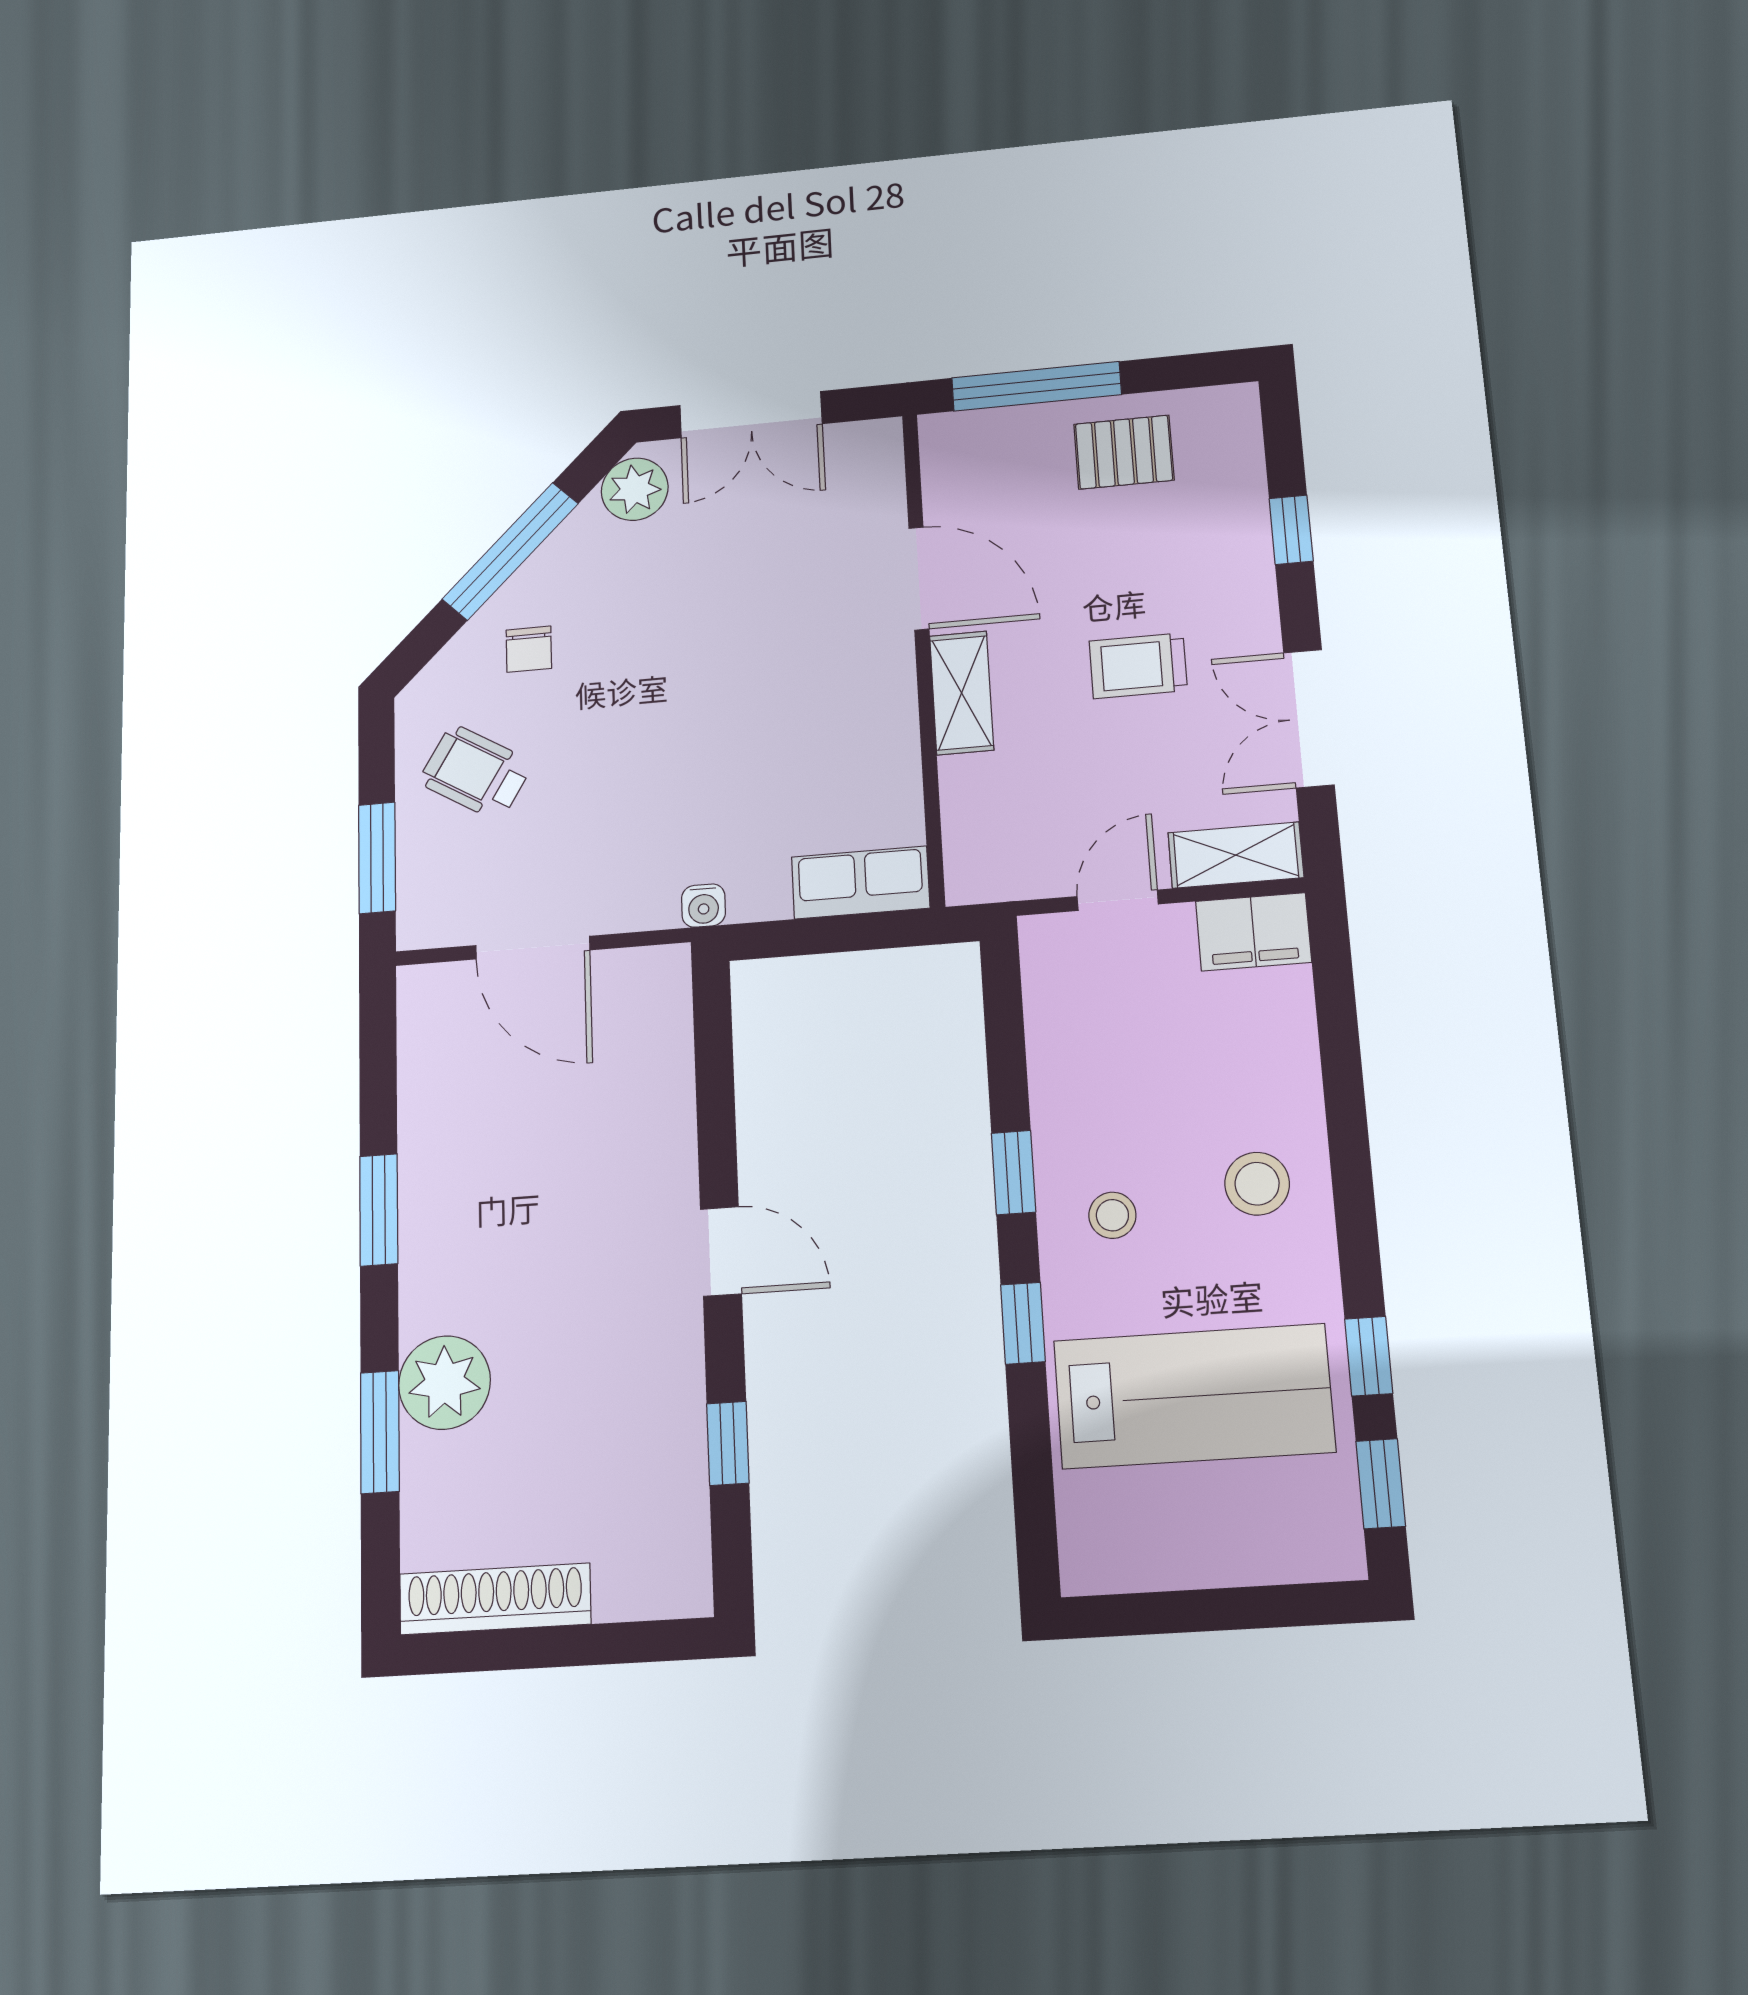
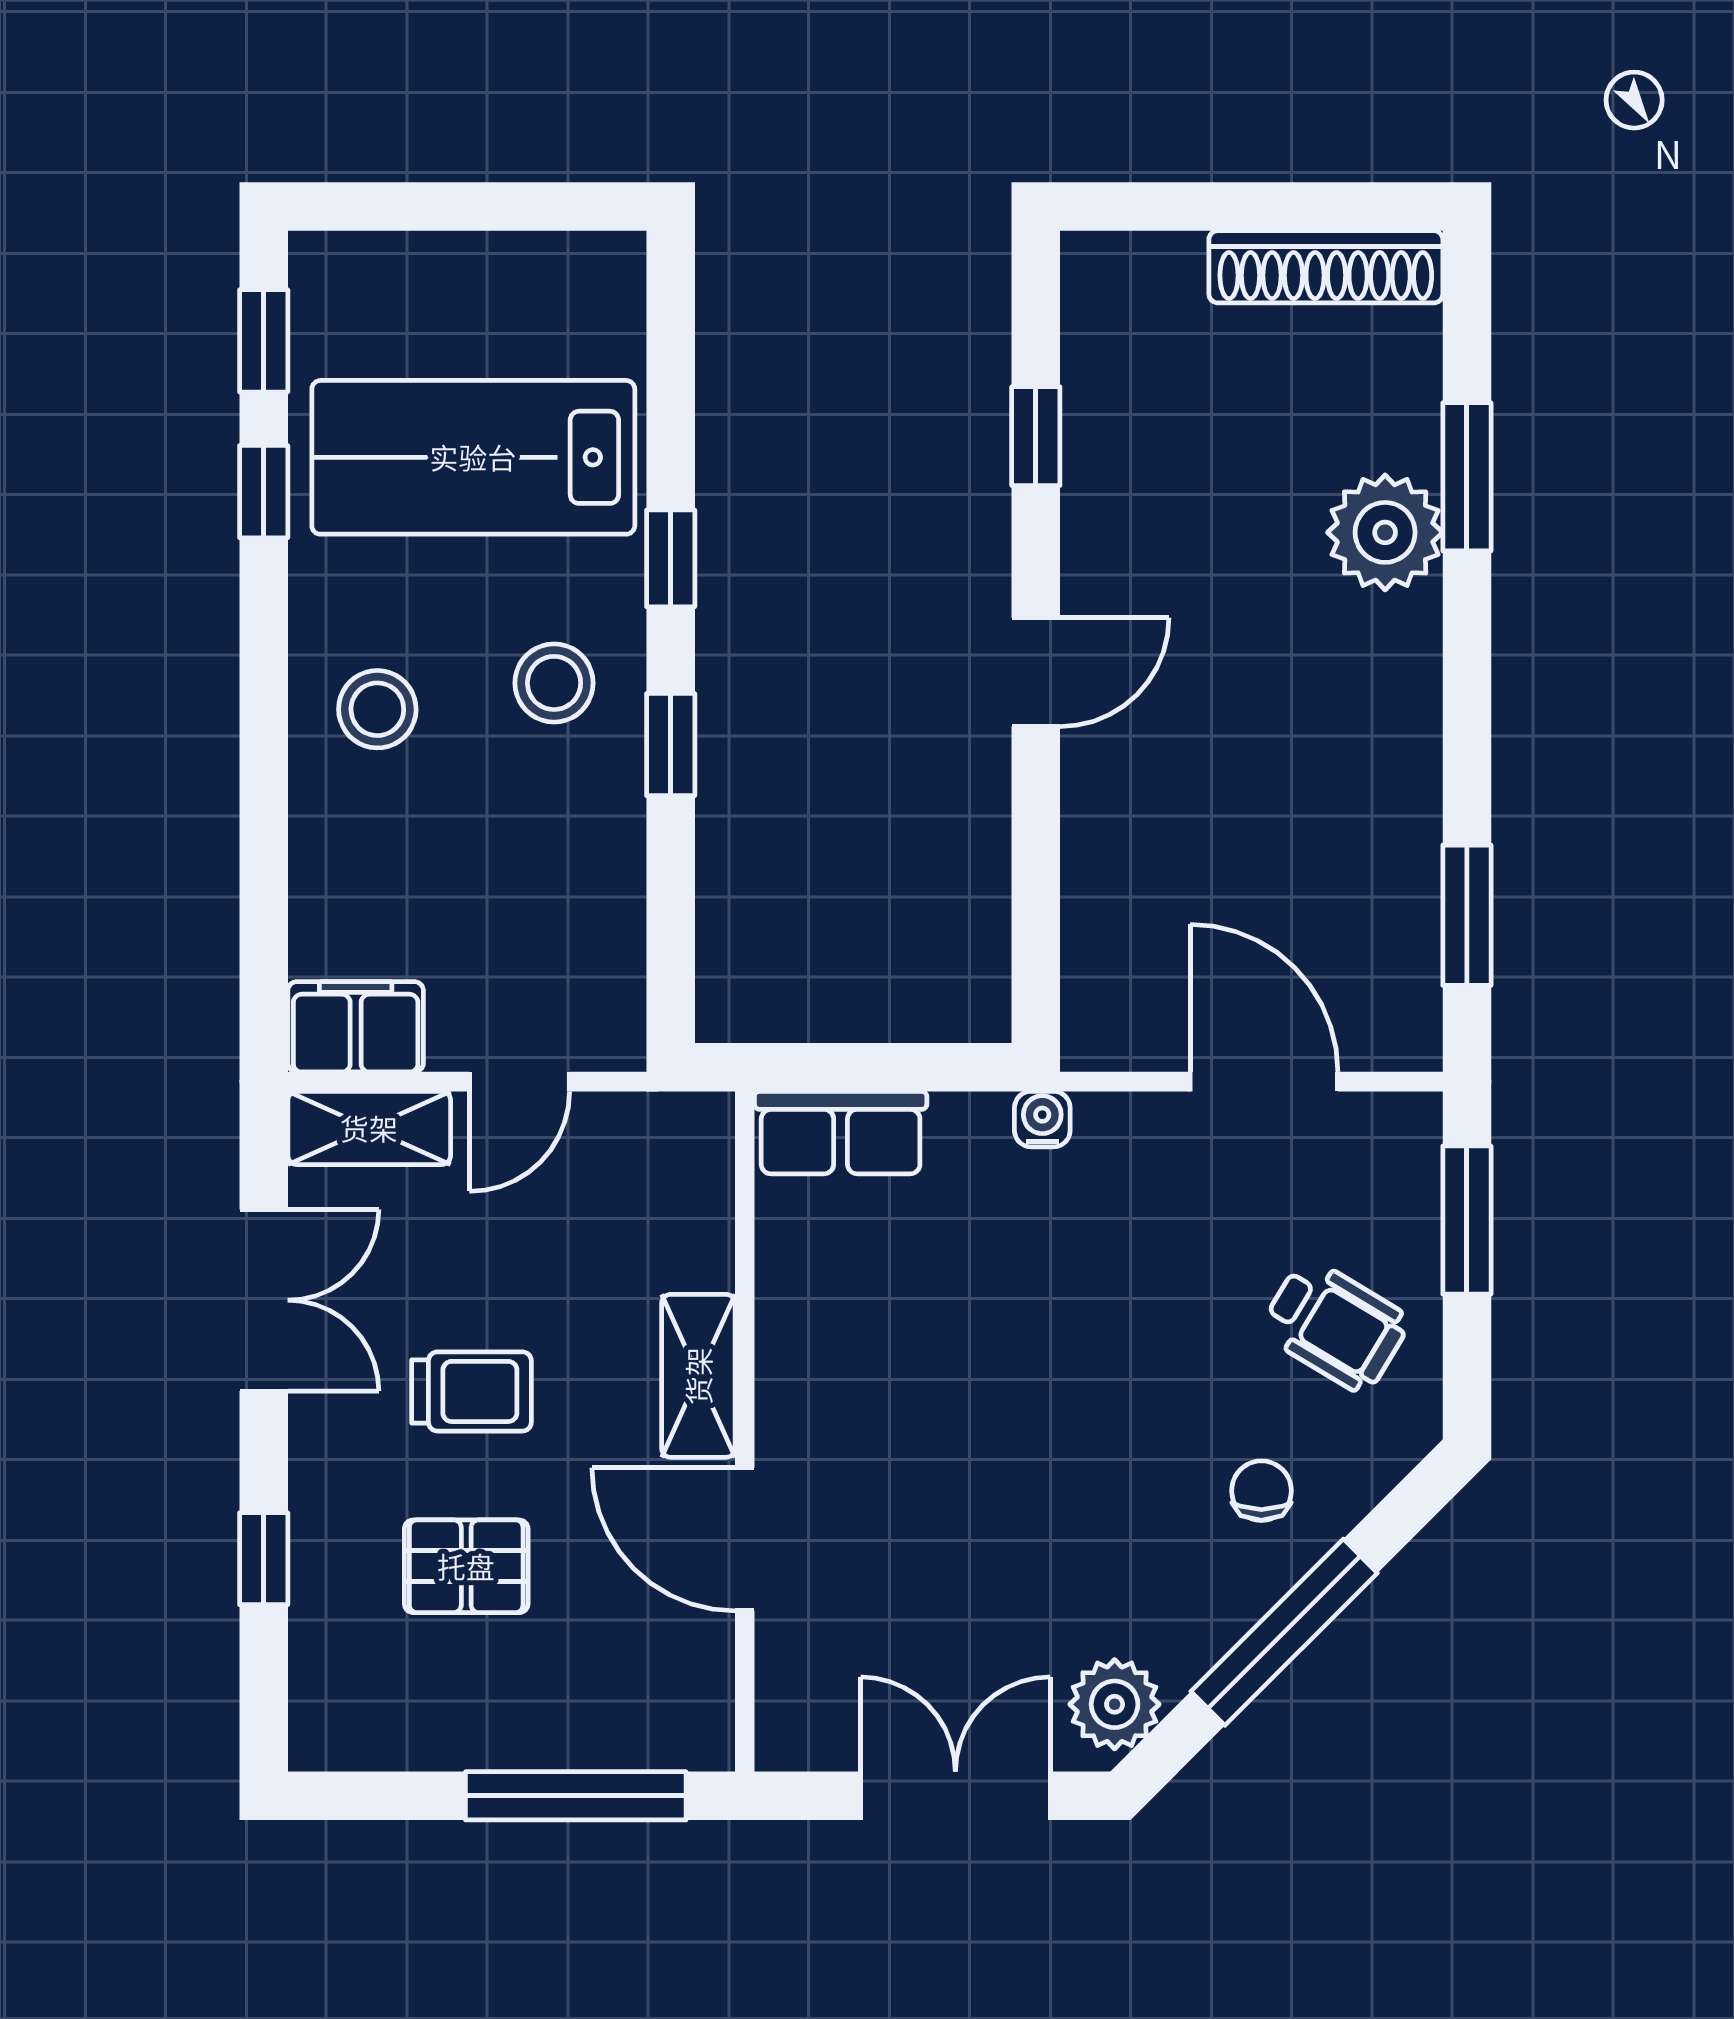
pallet: (1124, 452) -> (466, 1566), moved
window: (379, 1210) -> (1467, 915), moved
stool: (1112, 1215) -> (554, 683), width x1.37, depth x1.37
door: (721, 1251) -> (1036, 672), swing flipped

